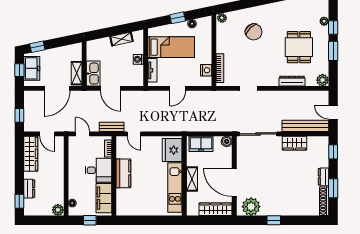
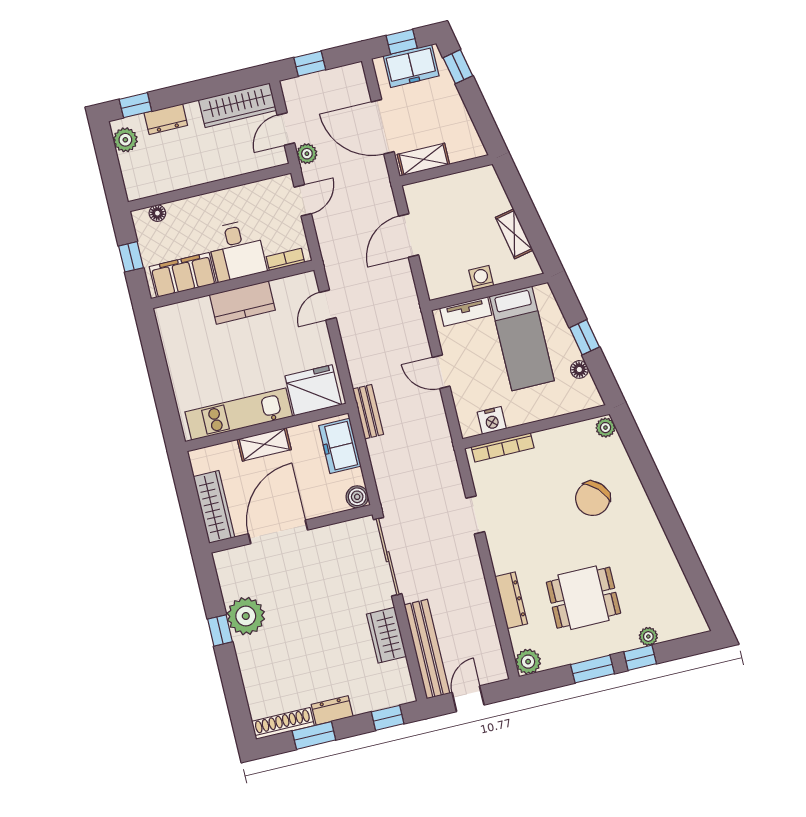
kitchen sink: (93, 74) -> (430, 193), removed
plant: (61, 127) -> (307, 154), added
bench: (112, 127) -> (368, 412), moved
plant: (251, 207) -> (246, 616), moved
plant: (58, 210) -> (125, 140), moved

